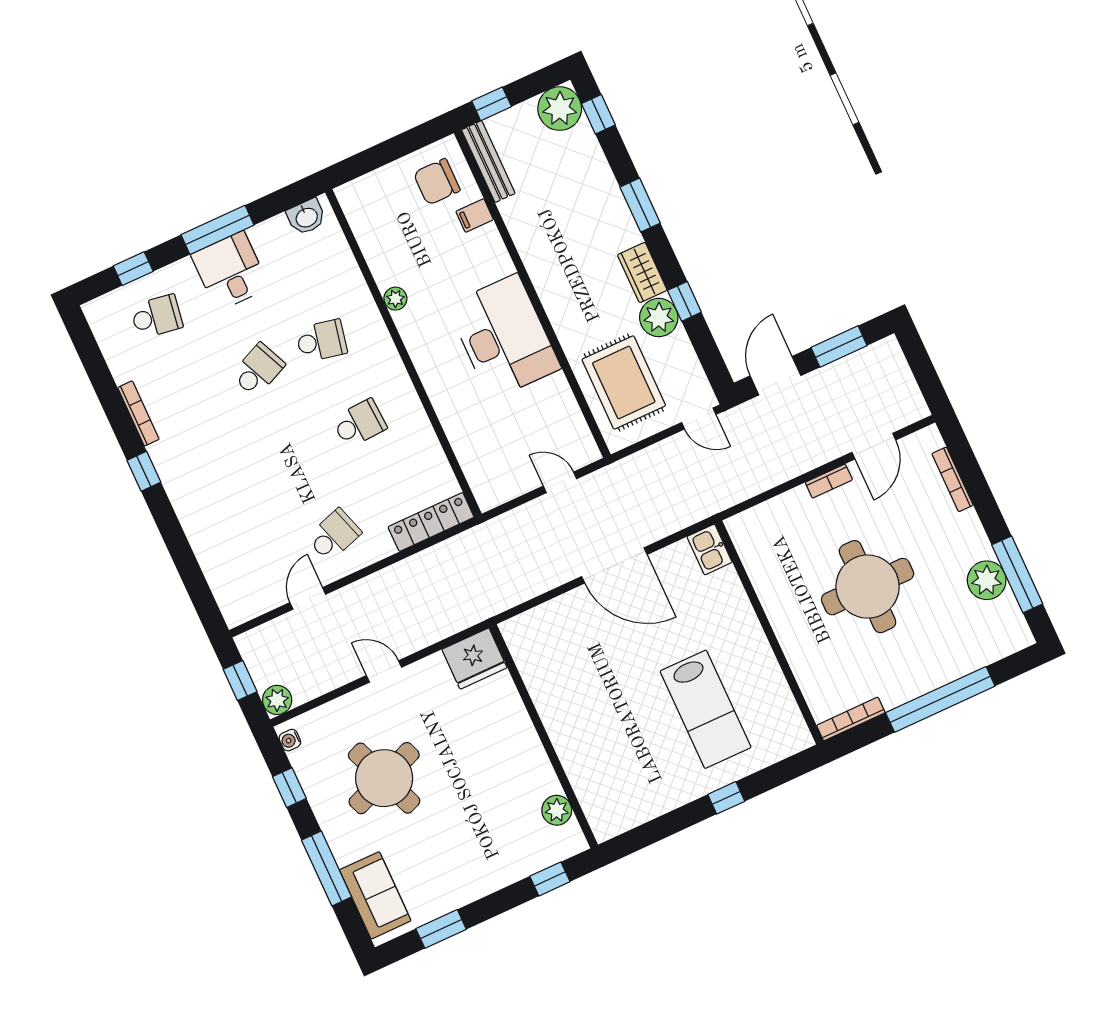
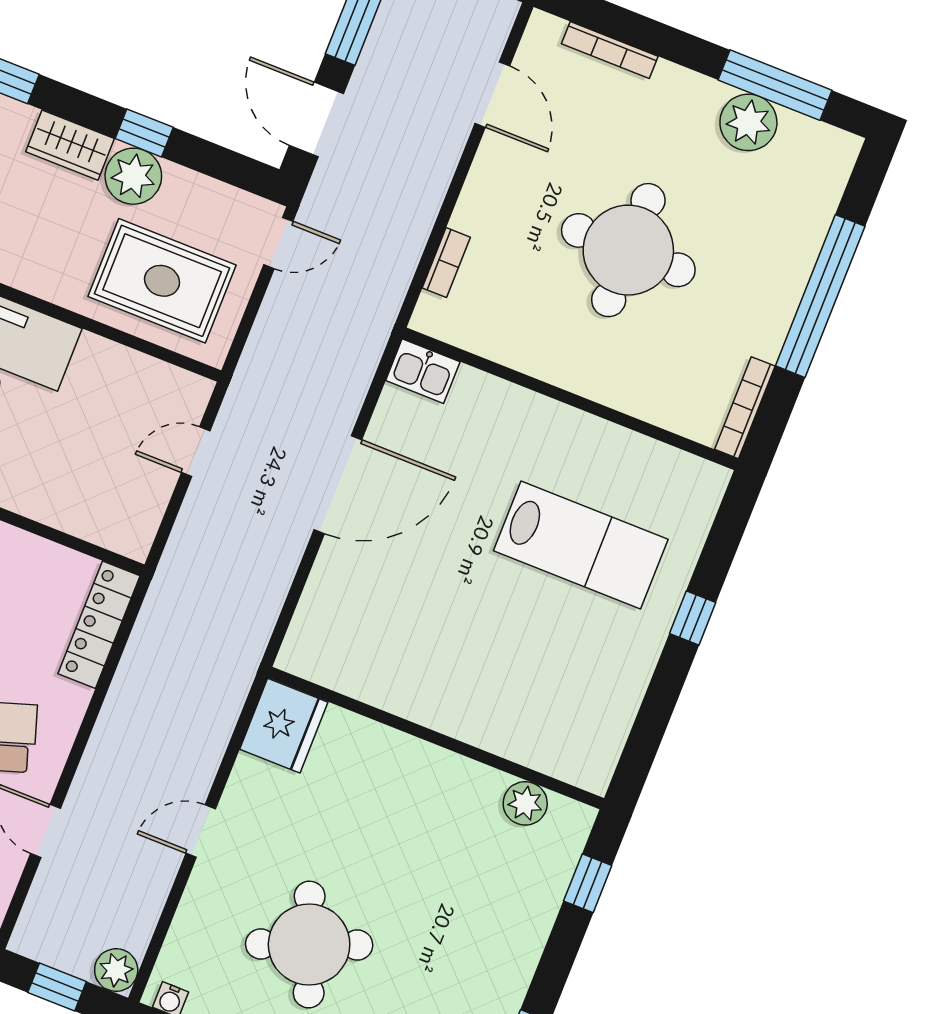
bookcase: (829, 481) -> (446, 263), moved

